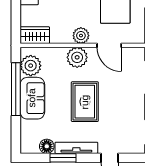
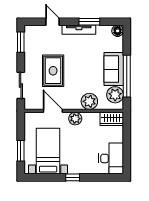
plant: (77, 57) -> (89, 101), moved
rug: (85, 102) -> (53, 71), moved
floor lamp: (47, 146) -> (118, 31), moved

